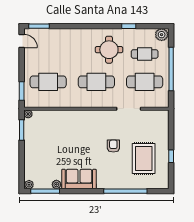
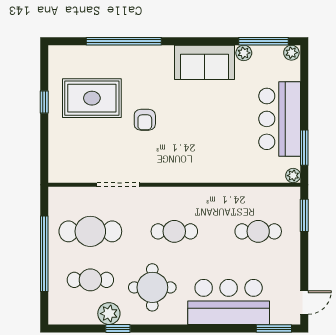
plant: (162, 35) -> (109, 314), moved
door: (22, 41) -> (304, 303), swing flipped
bar counter: (65, 41) -> (229, 302), added
cafe table: (48, 82) -> (258, 231), width x0.73, depth x0.74
cafe table: (96, 82) -> (174, 231), width x0.73, depth x0.74
bar counter: (36, 147) -> (280, 119), added
rug: (144, 158) -> (92, 98), turned 90

